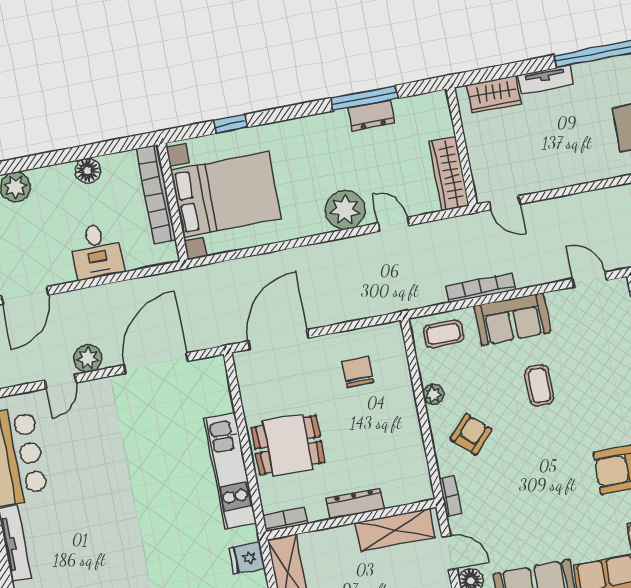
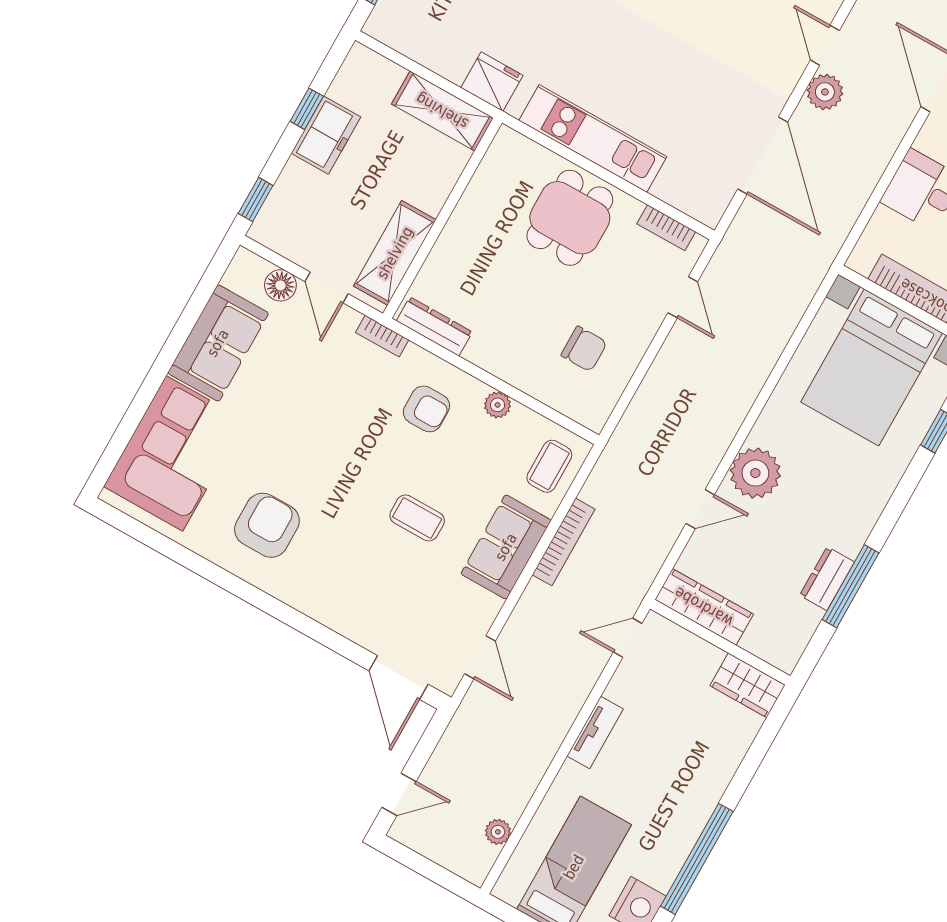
tv unit: (545, 80) -> (595, 732), moved, turned 180
wardrobe: (494, 95) -> (748, 685), moved, turned -90
door: (590, 280) -> (480, 657), hinge flipped
door: (278, 340) -> (683, 297), width x0.53
armchair: (471, 434) -> (426, 409), turned -43
dresser: (355, 504) -> (434, 326), moved, turned -90
bookcase: (285, 520) -> (666, 228), moved, turned 90
door: (449, 553) -> (327, 288), hinge flipped
fridge: (247, 558) -> (492, 82), width x1.38

